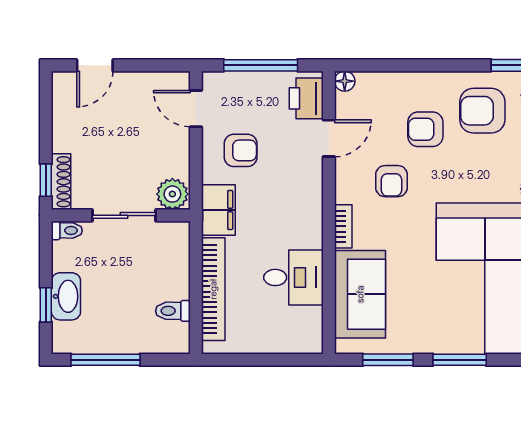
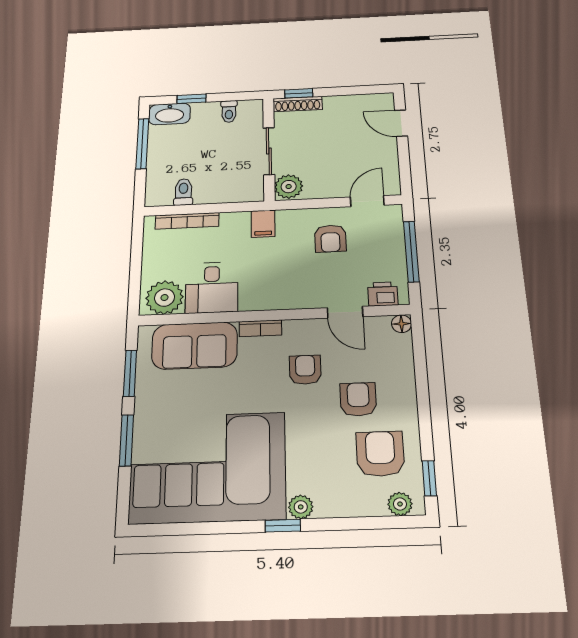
printer: (306, 98) -> (383, 294), width x0.73, depth x0.81
armchair: (391, 181) -> (305, 370), turned 90
filing cabinet: (218, 210) -> (263, 224), width x0.50
toilet: (67, 230) -> (229, 112), moved
bookcase: (213, 289) -> (187, 221), width x0.68, depth x0.76
washbasin: (66, 296) -> (170, 114), moved
plant: (303, 327) -> (164, 298), added

